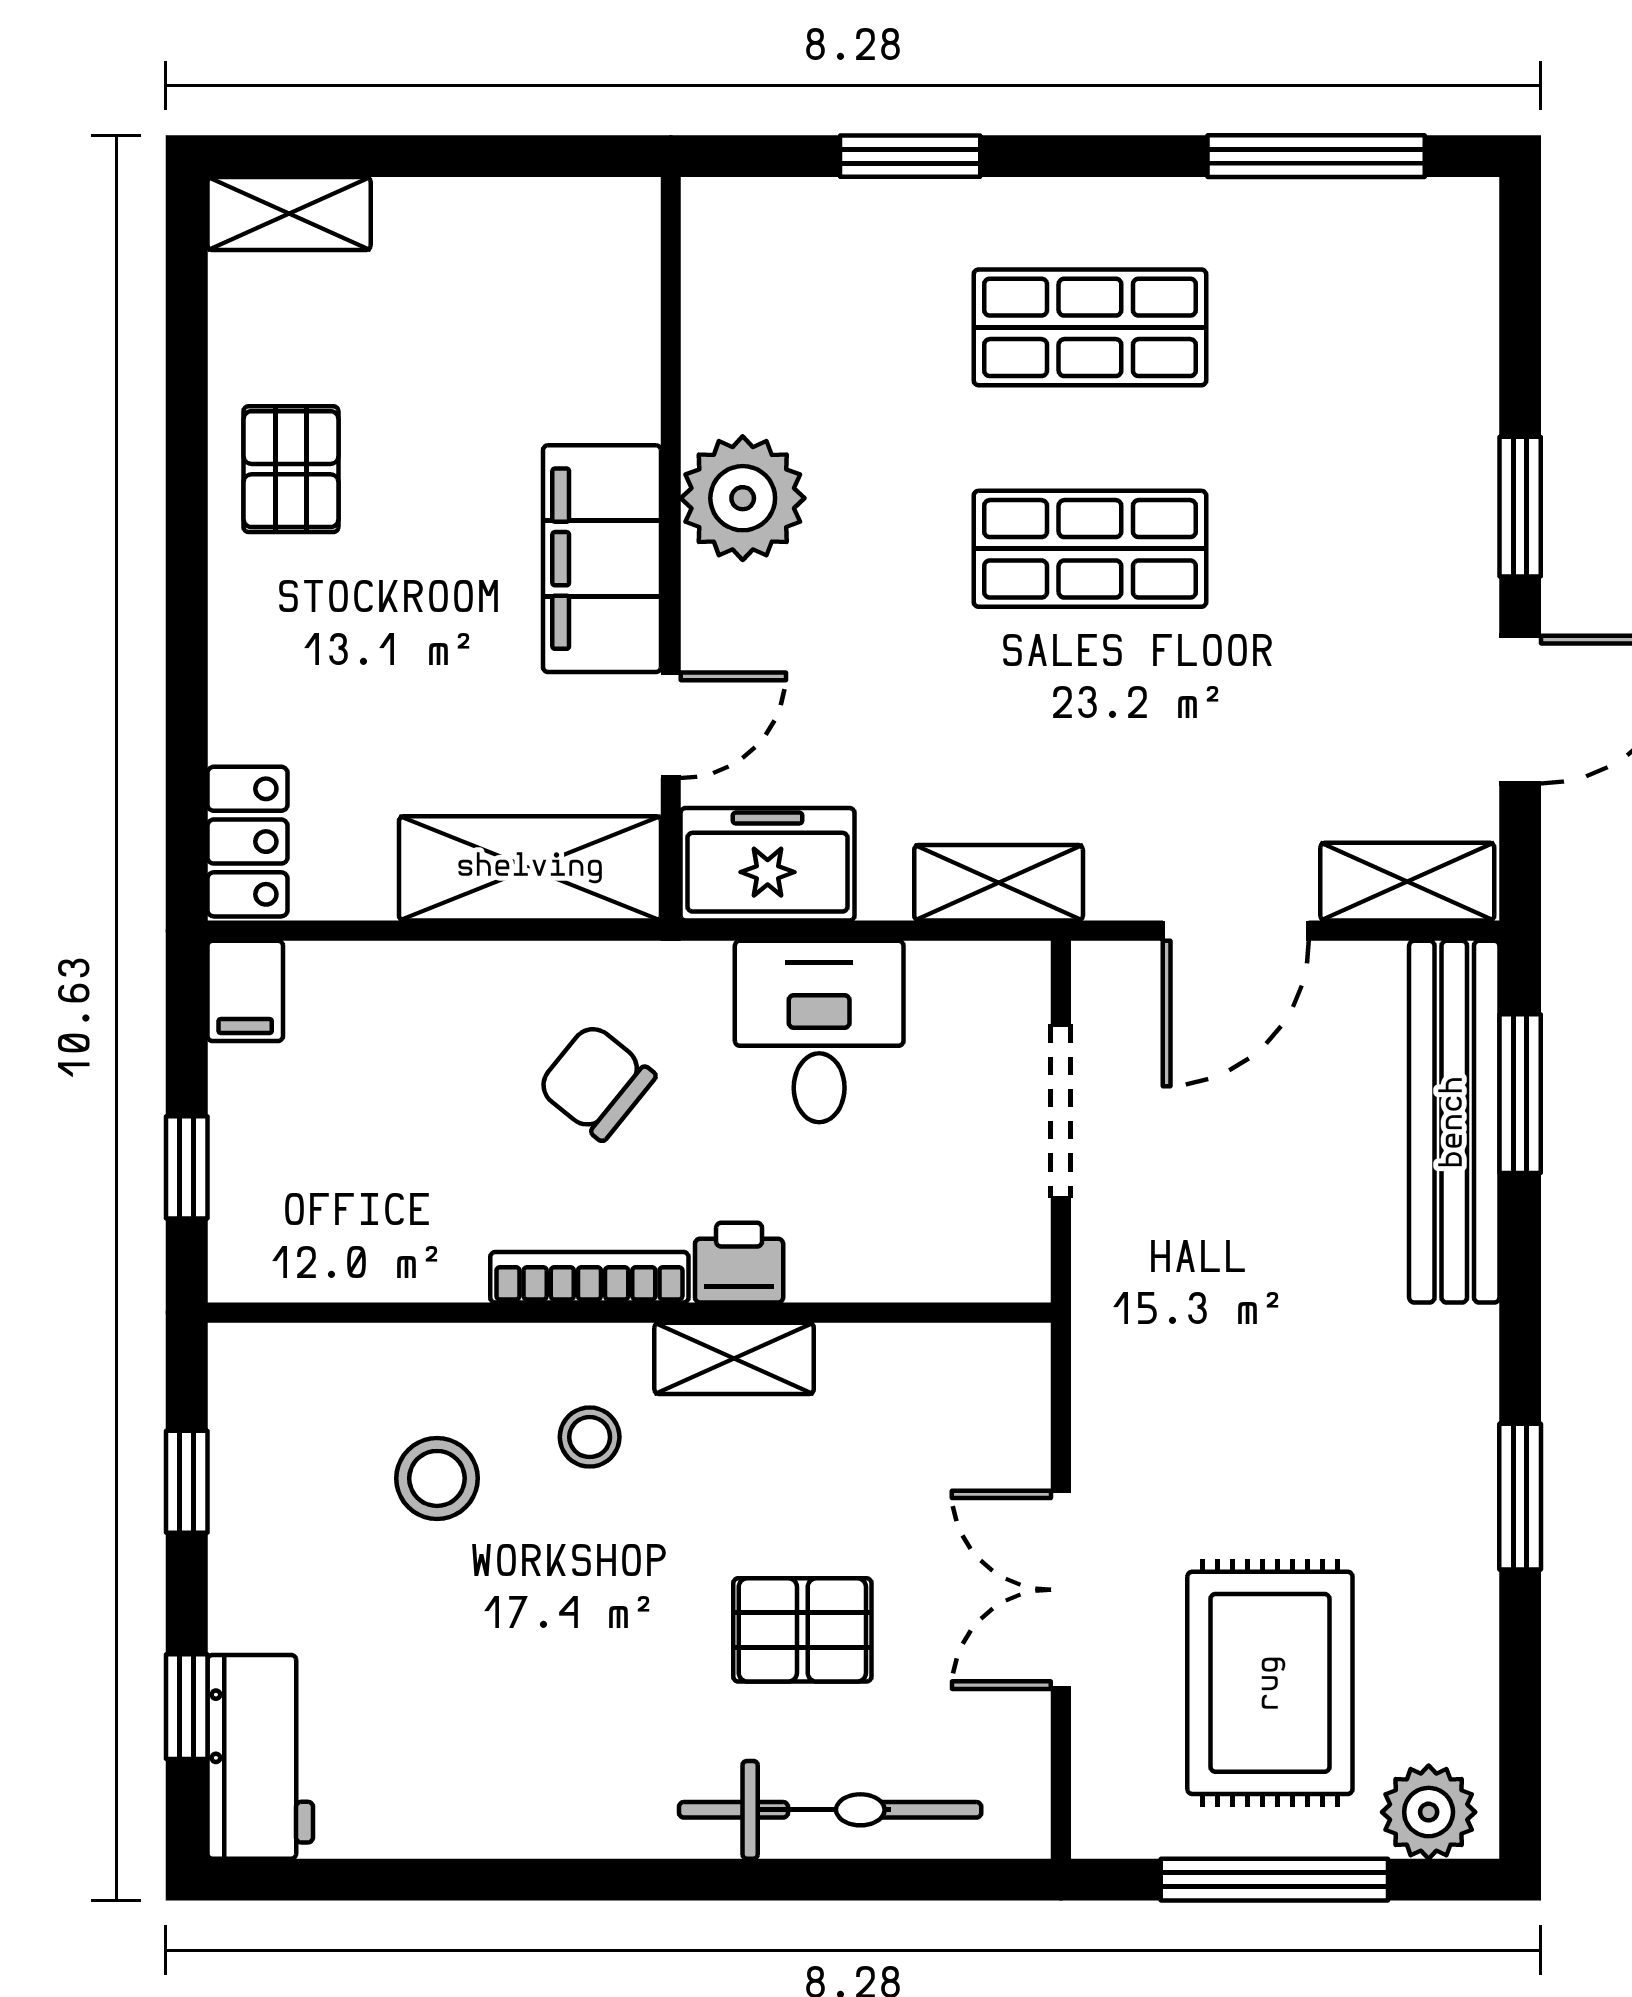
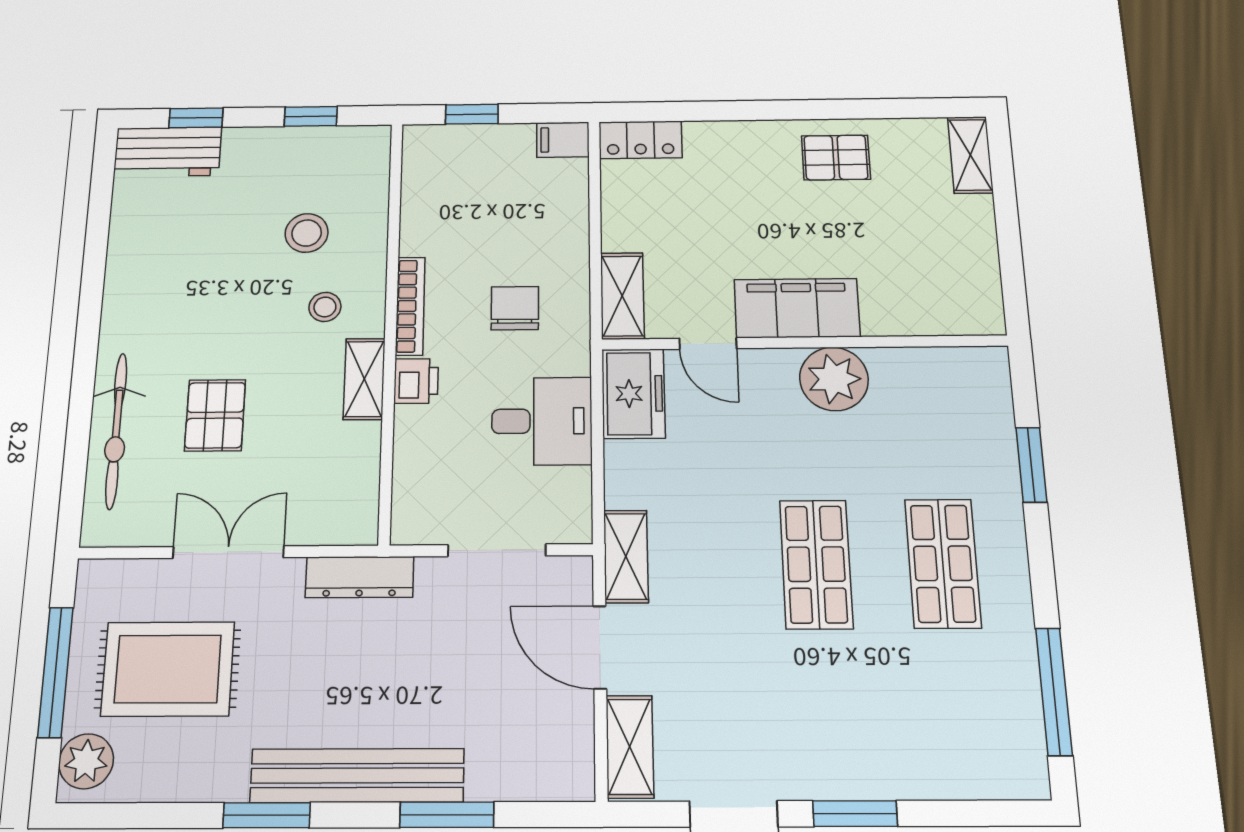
shelving: (530, 868) -> (622, 296), width x0.67, depth x0.75
shelving: (999, 883) -> (626, 556), moved
chair: (596, 1082) -> (515, 308), turned -39
window: (1520, 1094) -> (447, 815), moved
bench: (1454, 1122) -> (357, 776), moved
dresser: (1108, 1354) -> (360, 577), added

